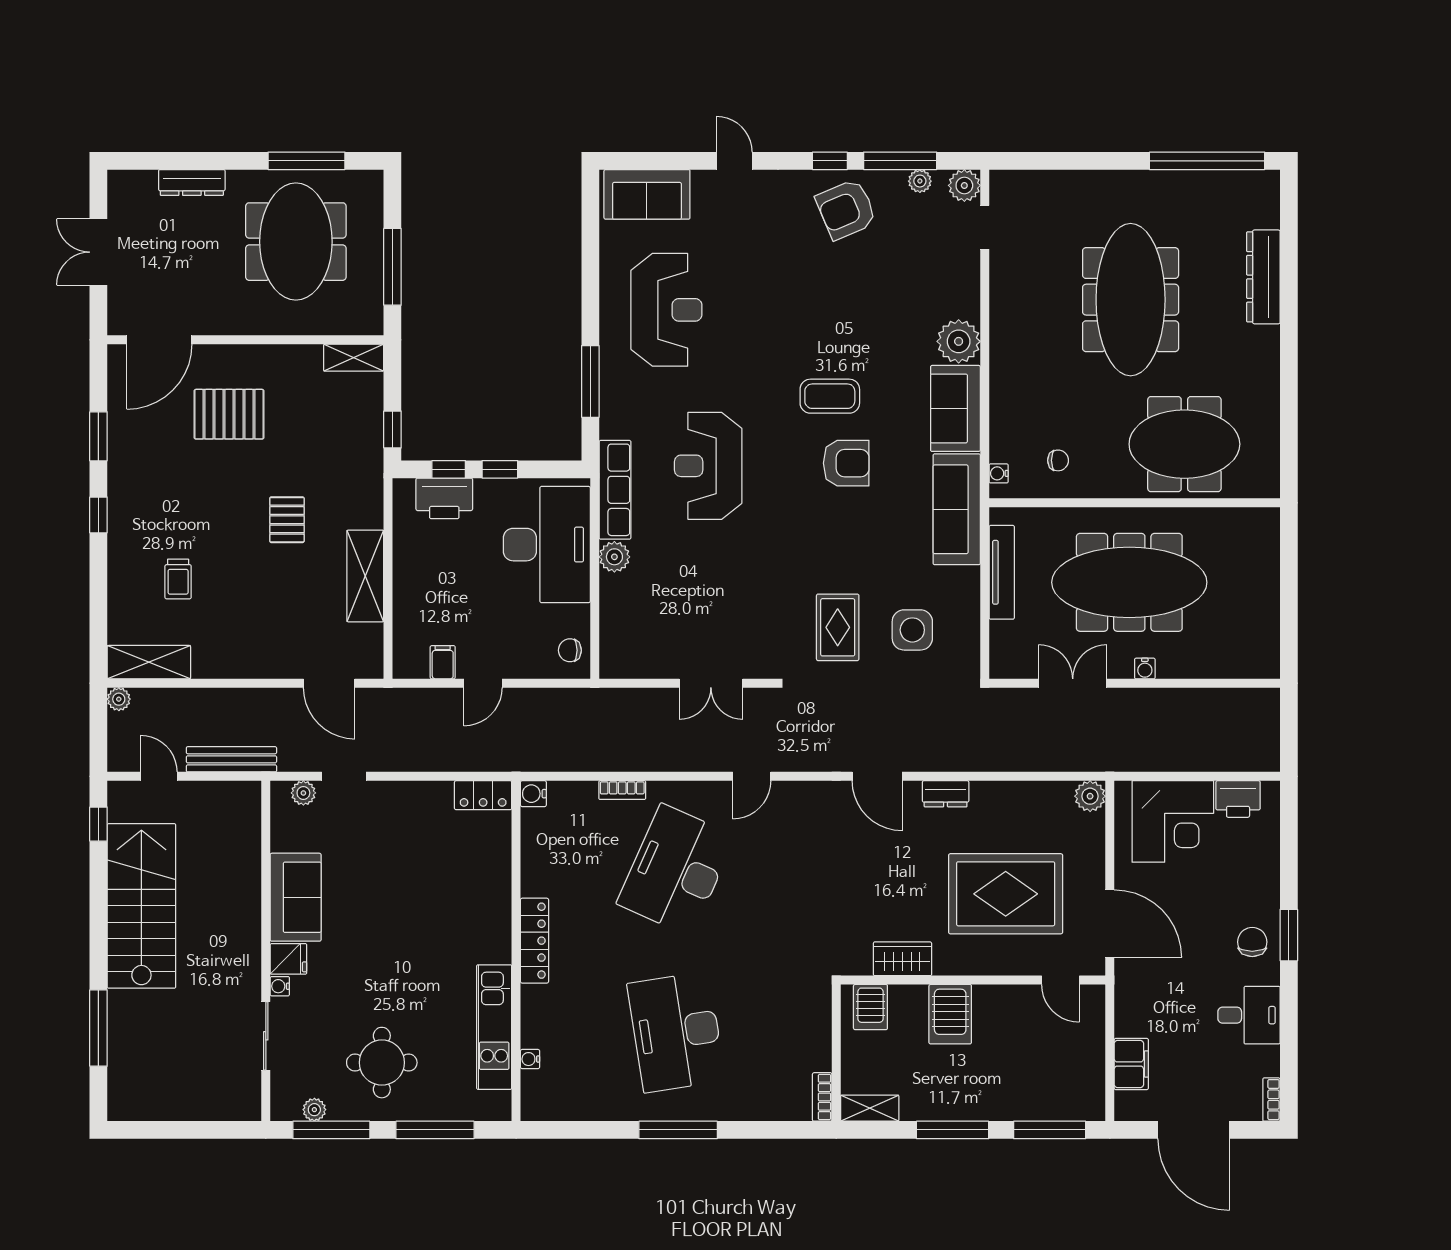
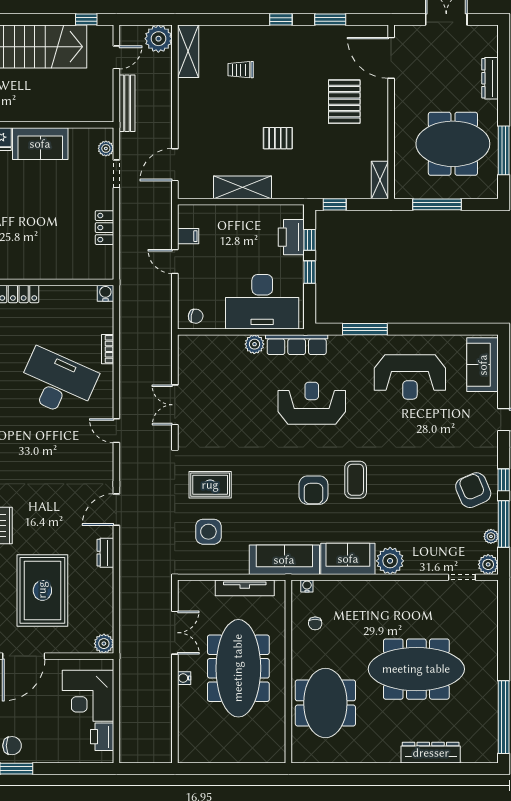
chair: (570, 650) -> (196, 316), turned 101
plant: (119, 699) -> (158, 39), width x1.87, depth x1.87
locker: (483, 795) -> (104, 228), moved

